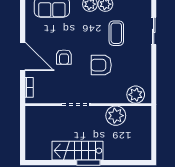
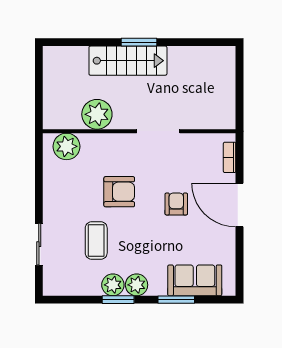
stairs: (78, 151) -> (128, 61), moved

